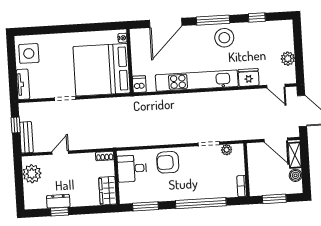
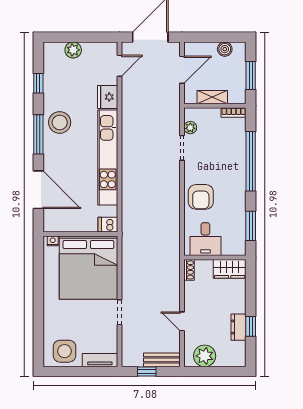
plant: (288, 59) -> (73, 50), moved
shelving: (295, 155) -> (212, 97), moved

